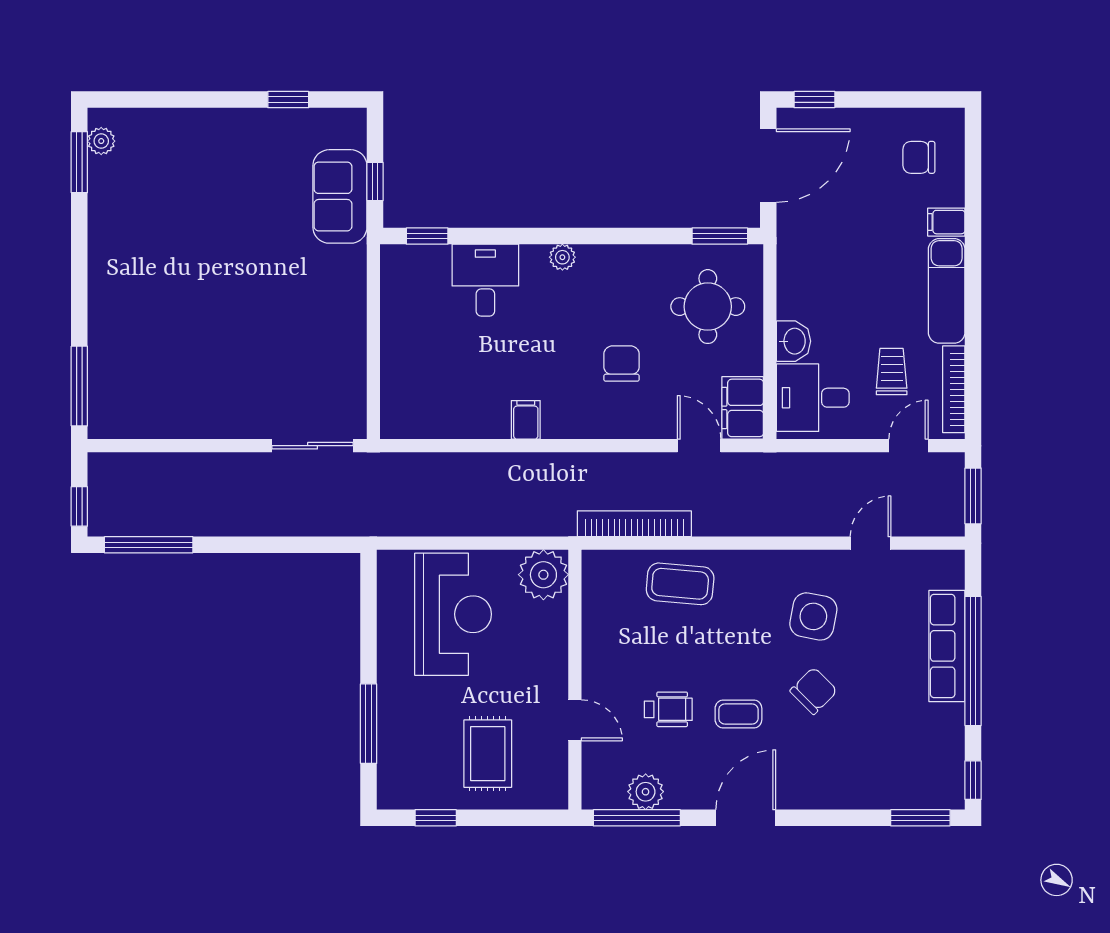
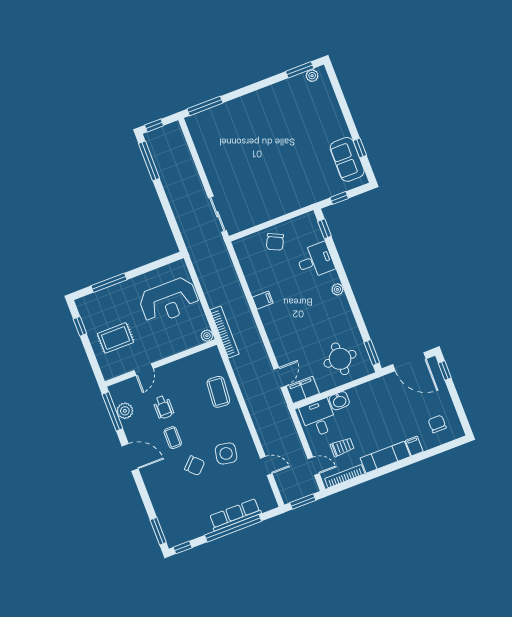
sofa: (340, 196) -> (347, 159), moved, turned -90
chair: (622, 364) -> (275, 242), moved, turned 115
bookcase: (634, 524) -> (225, 332), moved
plant: (543, 575) -> (207, 336), width x0.53, depth x0.53

